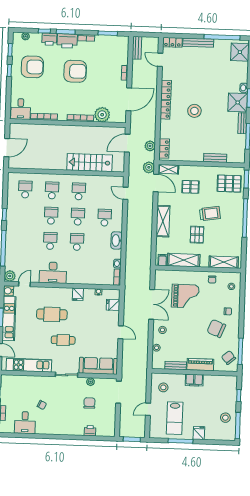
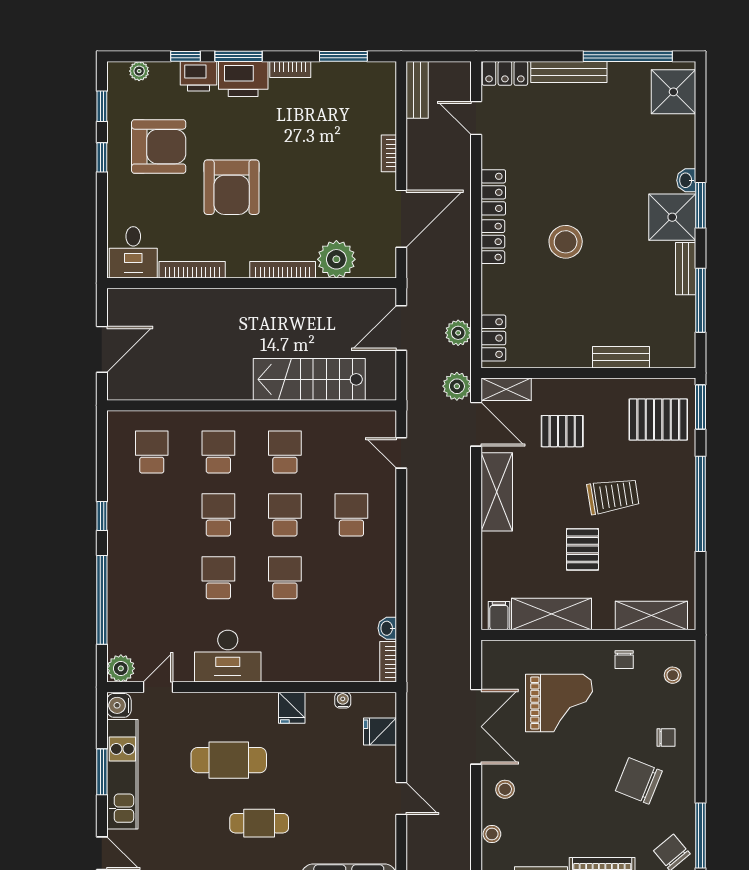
armchair: (75, 71) -> (232, 187), moved, turned 90
shelving: (163, 221) -> (497, 492), moved
washbasin: (116, 240) -> (383, 571), removed

